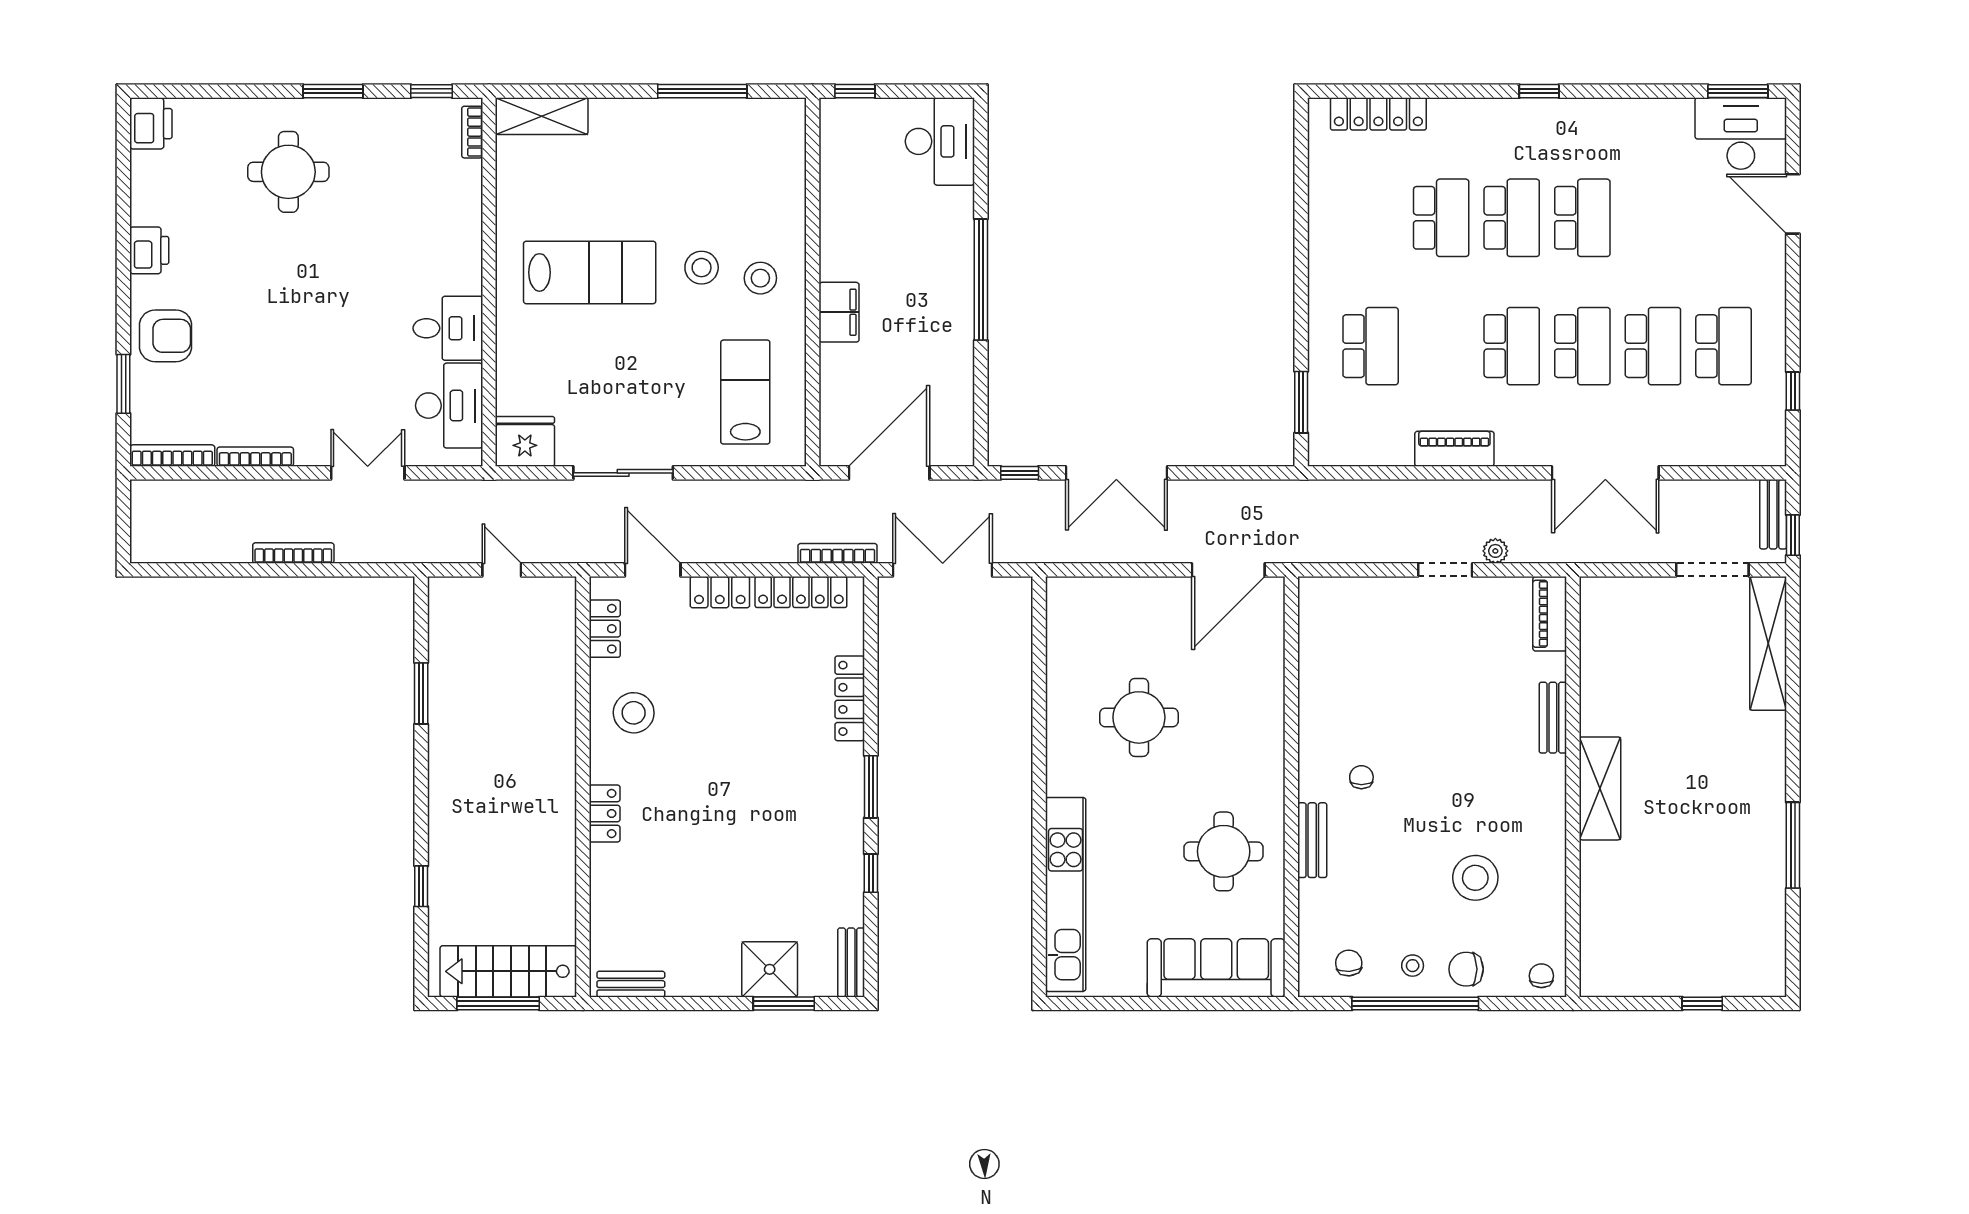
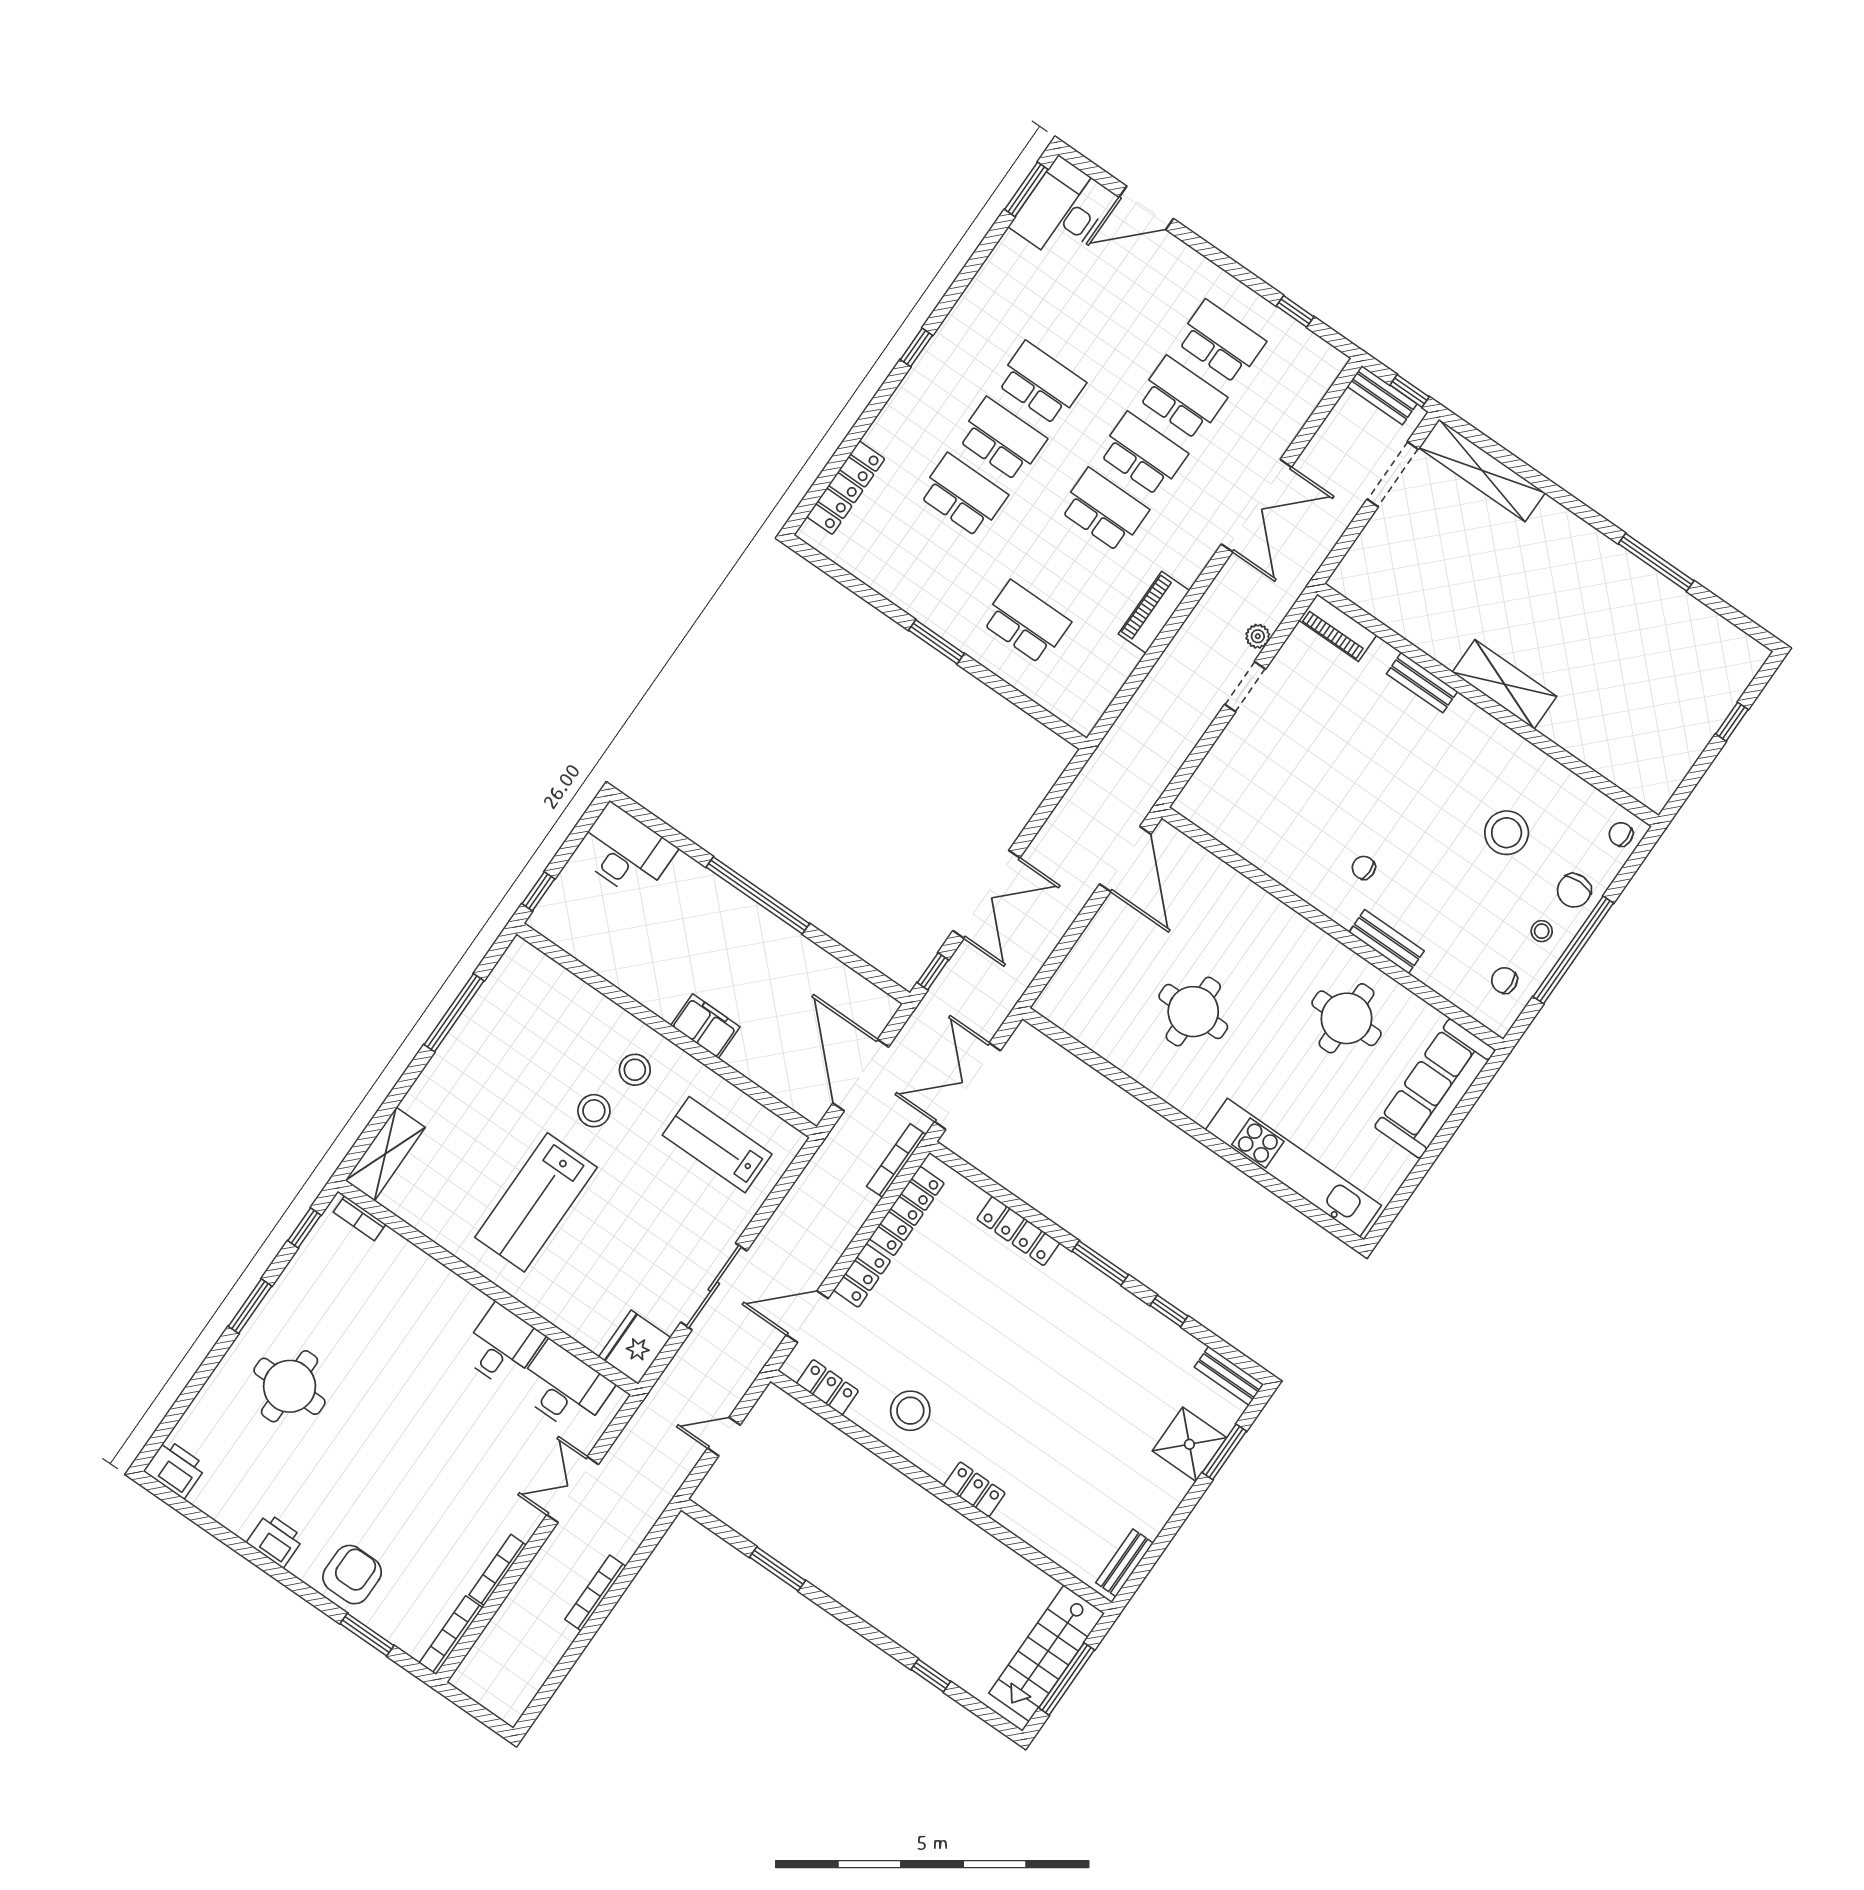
lab bench: (590, 272) -> (536, 1202), turned 180
window: (1301, 402) -> (936, 642), moved

